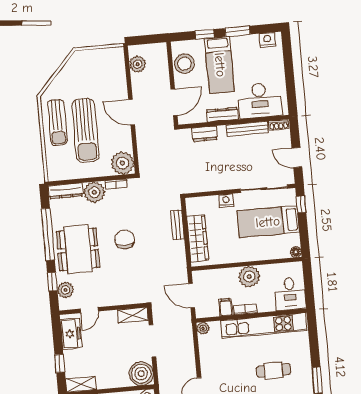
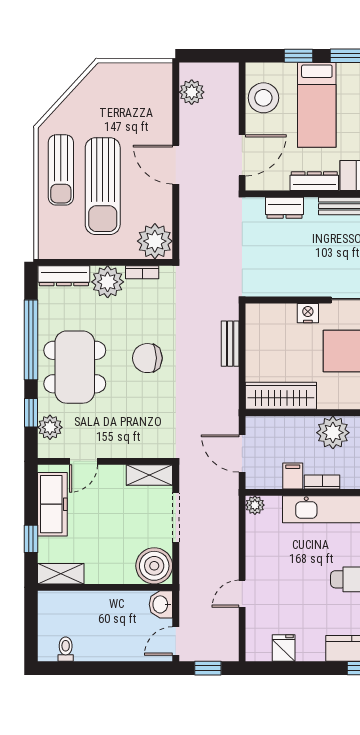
wardrobe: (198, 238) -> (281, 396), moved, turned -90
chair: (125, 239) -> (147, 358), turned -90
freezer: (71, 334) -> (52, 504), width x1.40

